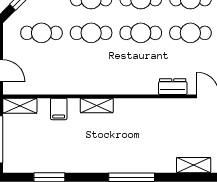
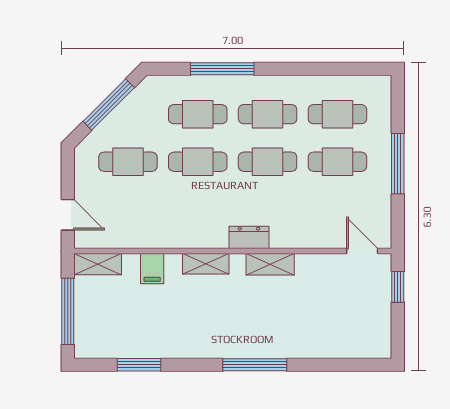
dresser: (173, 87) -> (249, 237), moved
shelving: (194, 165) -> (270, 264), moved

